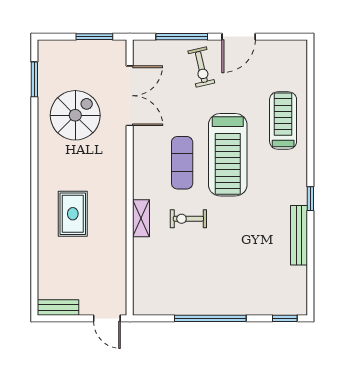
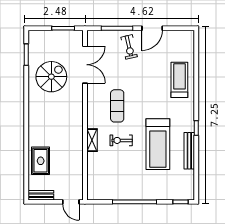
treadmill: (228, 155) -> (158, 144), moved
rug: (73, 214) -> (41, 161), moved

